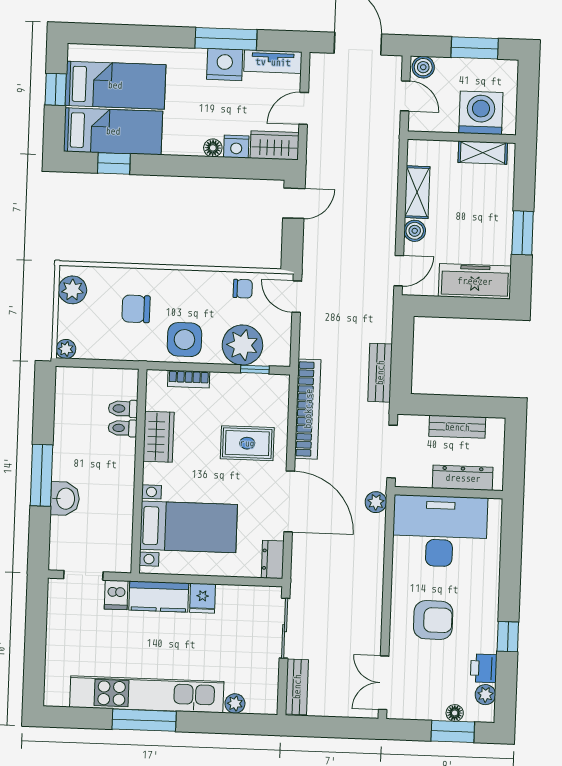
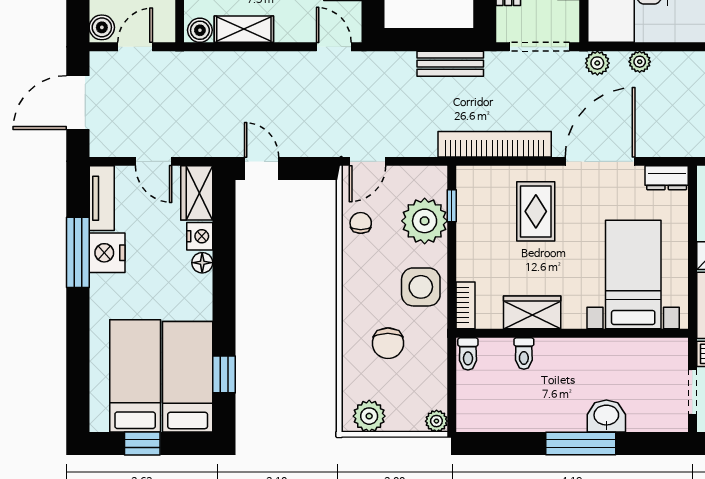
boiler: (415, 231) -> (200, 30), moved
bookcase: (189, 379) -> (465, 305), moved
toilet: (123, 409) -> (468, 354), moved
plant: (376, 539) -> (640, 62), added

